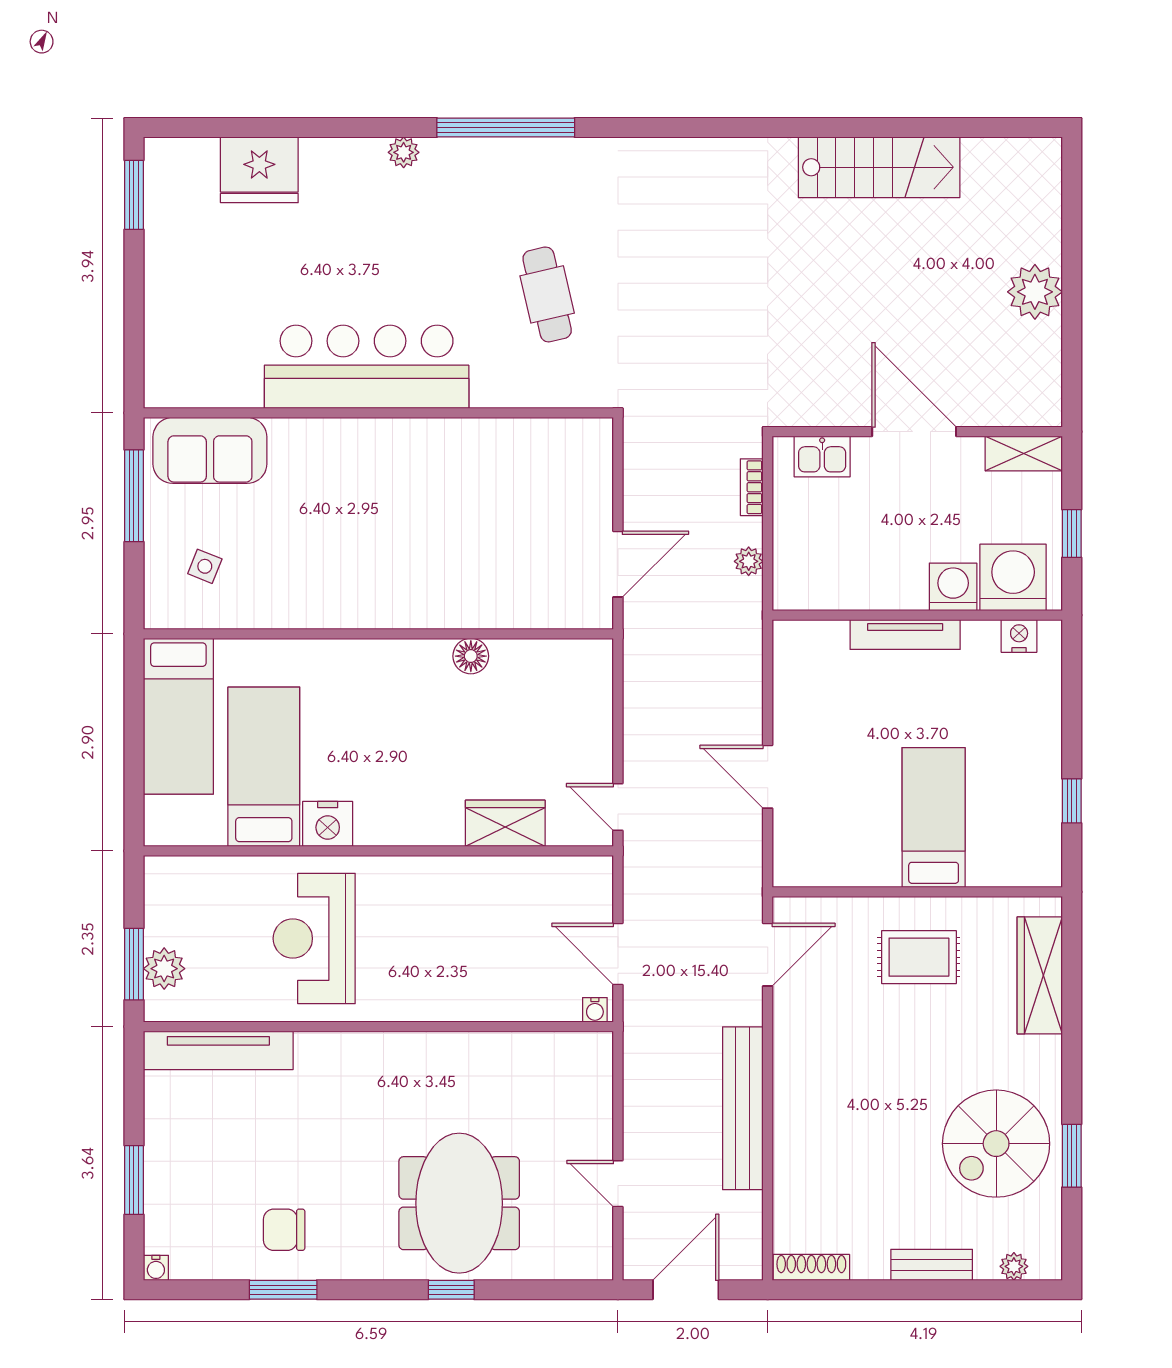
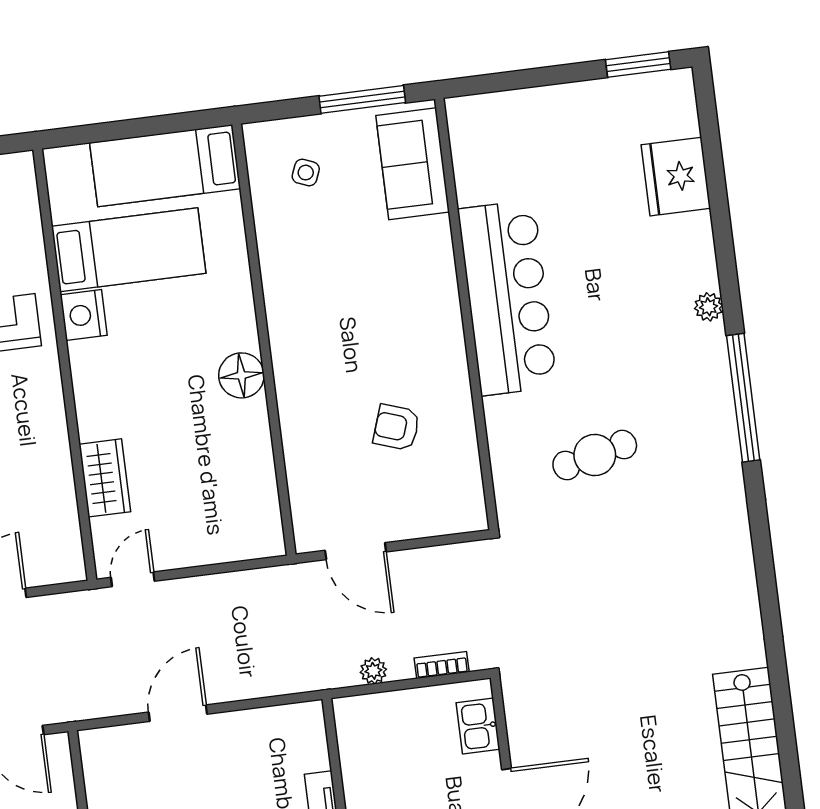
armchair: (491, 503) -> (396, 427), added
floor lamp: (471, 656) -> (241, 375), moved, width x1.38, depth x1.38

